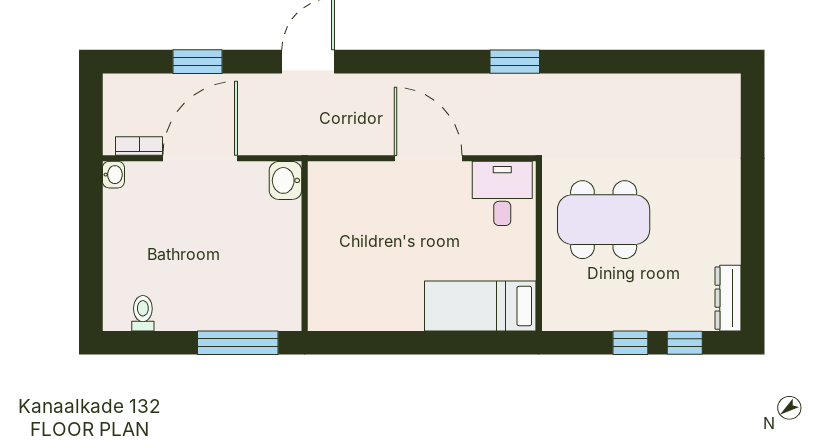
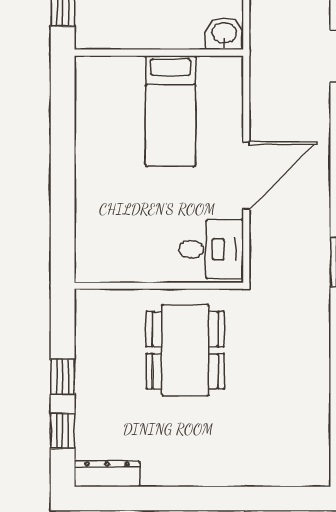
bed: (480, 306) -> (171, 111), moved, turned 180

